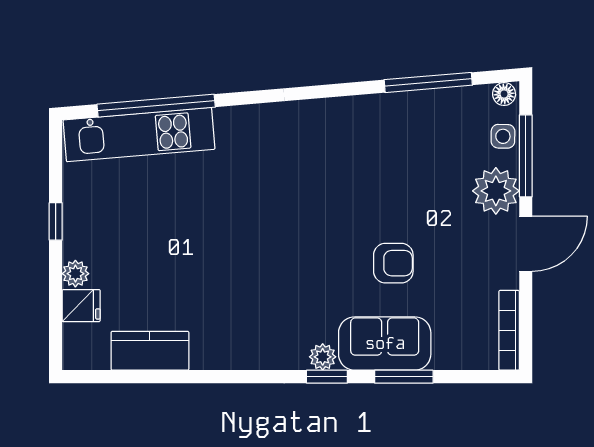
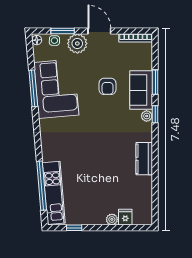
window: (428, 82) -> (33, 88), moved
corner sofa: (388, 141) -> (56, 89), added
window: (526, 156) -> (63, 31), width x0.69
window: (56, 221) -> (74, 228), moved
armchair: (393, 263) -> (108, 86), turned 180
kitchen counter: (150, 351) -> (144, 159), moved

